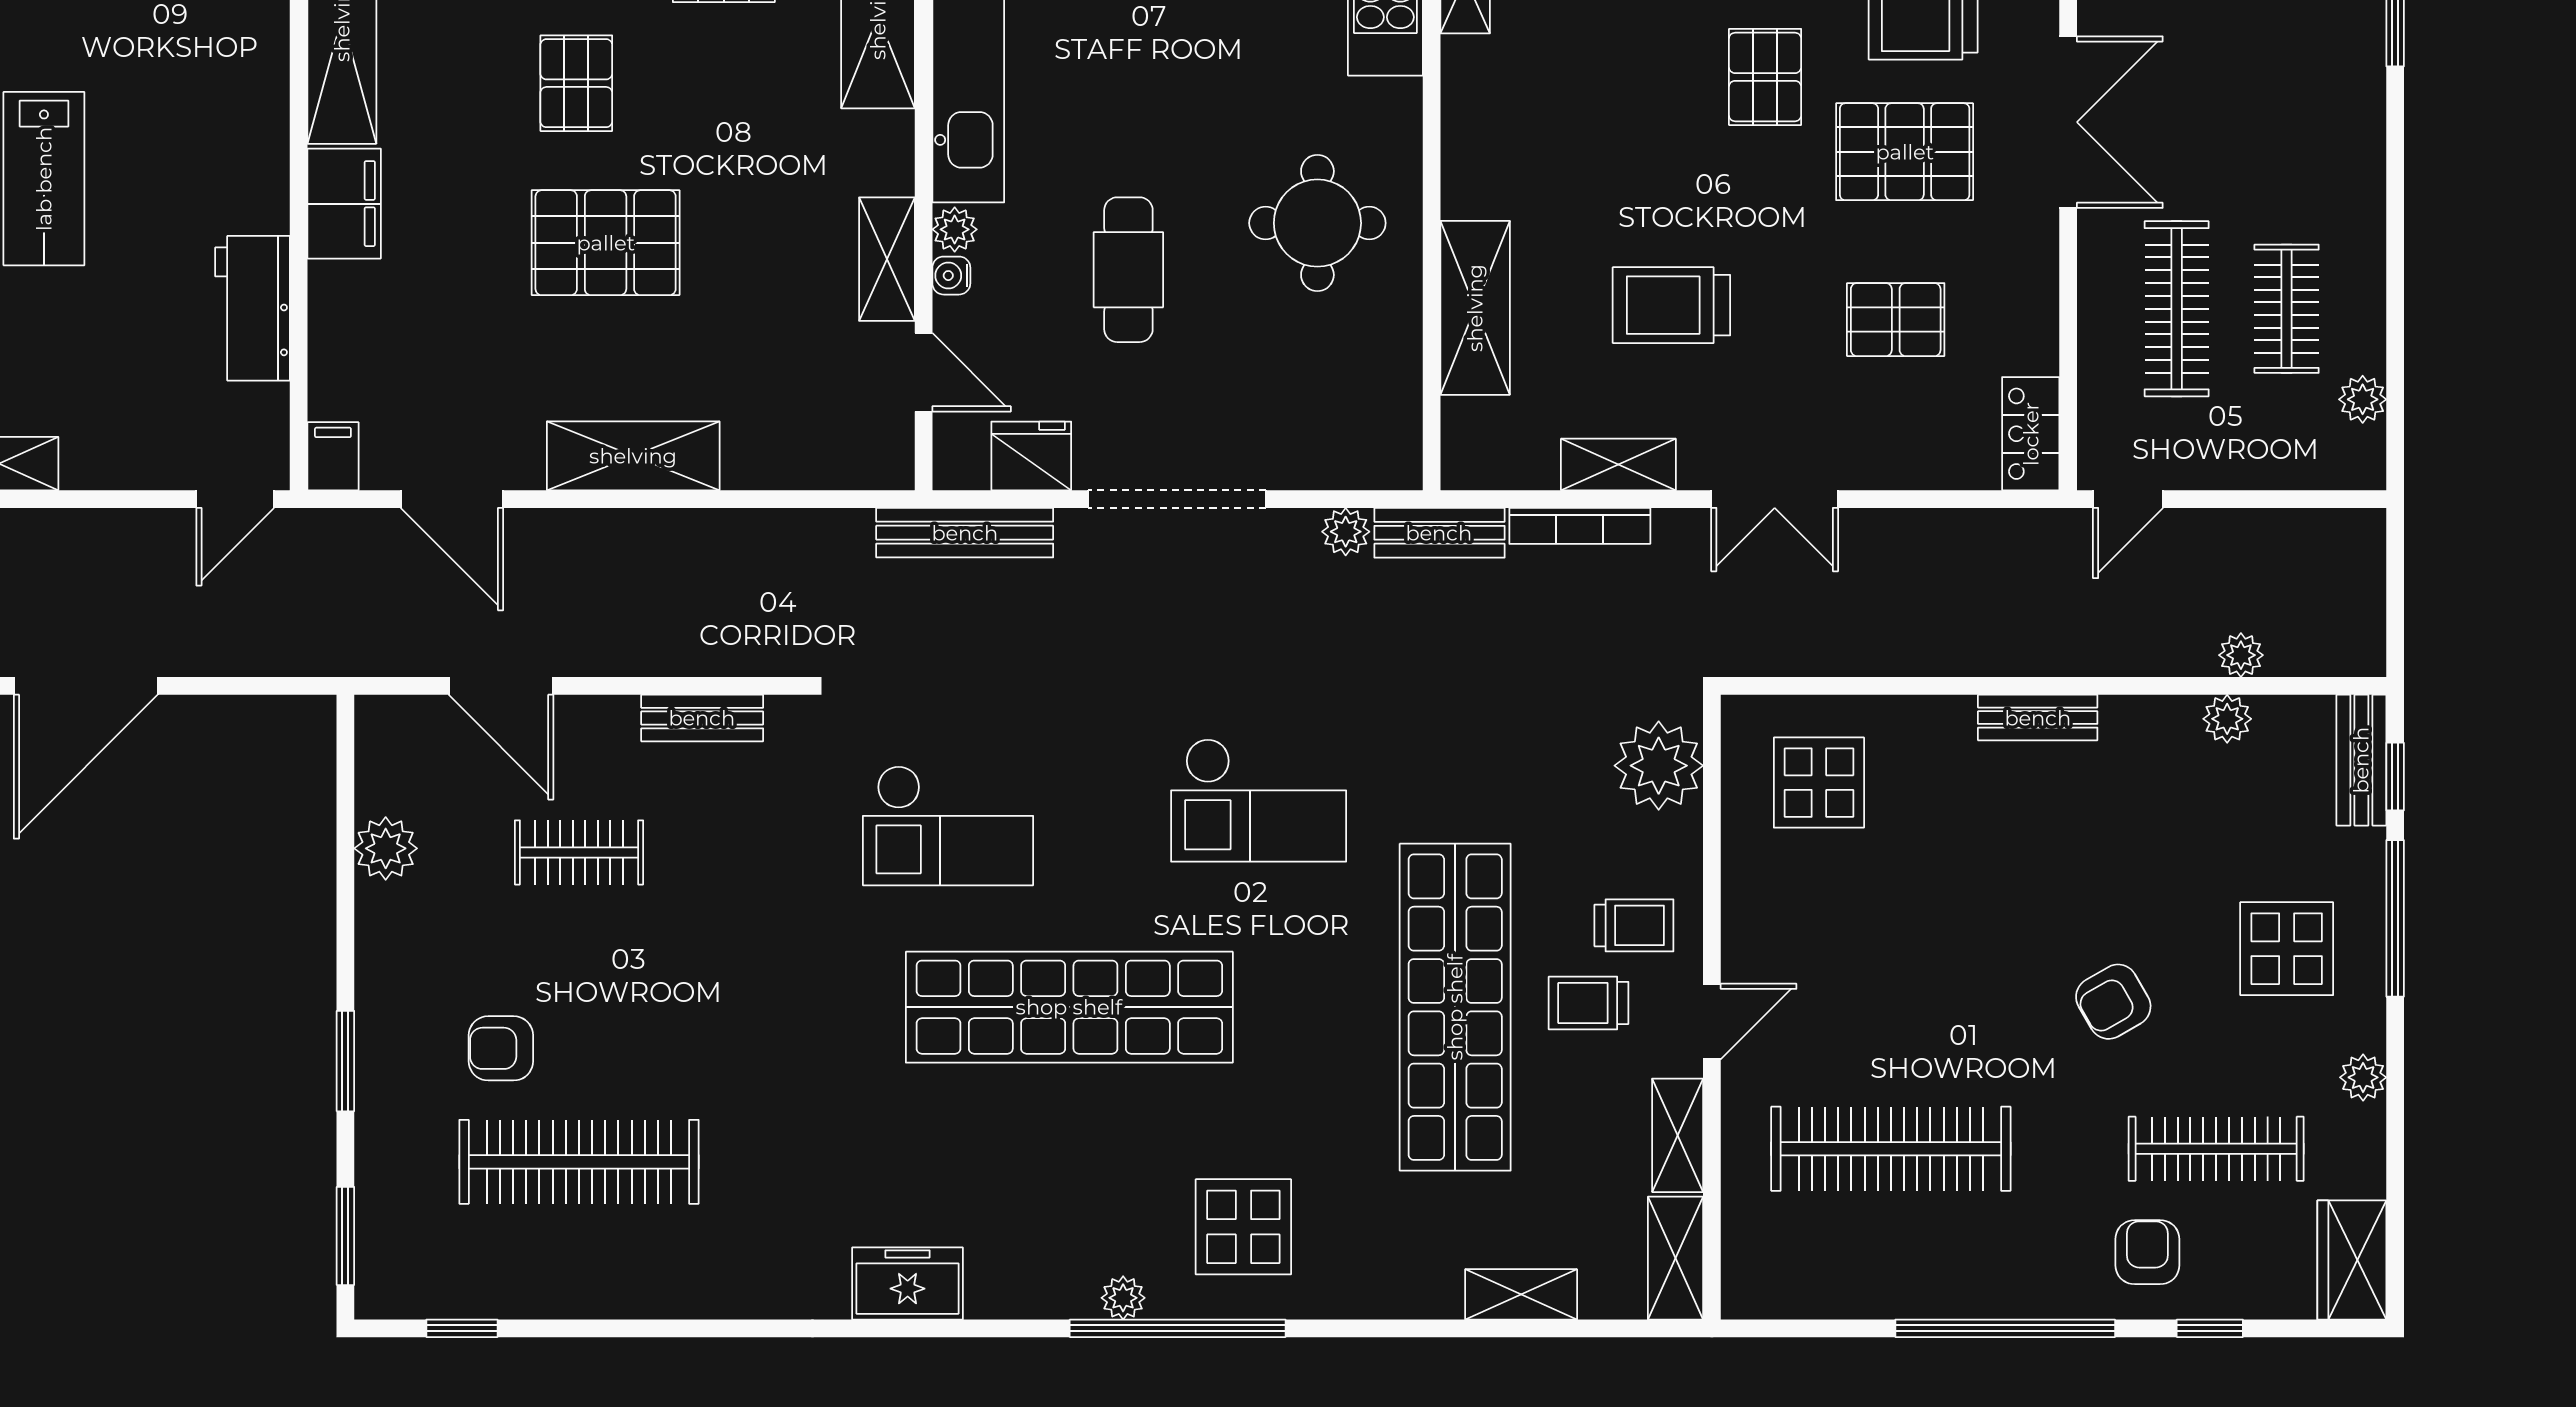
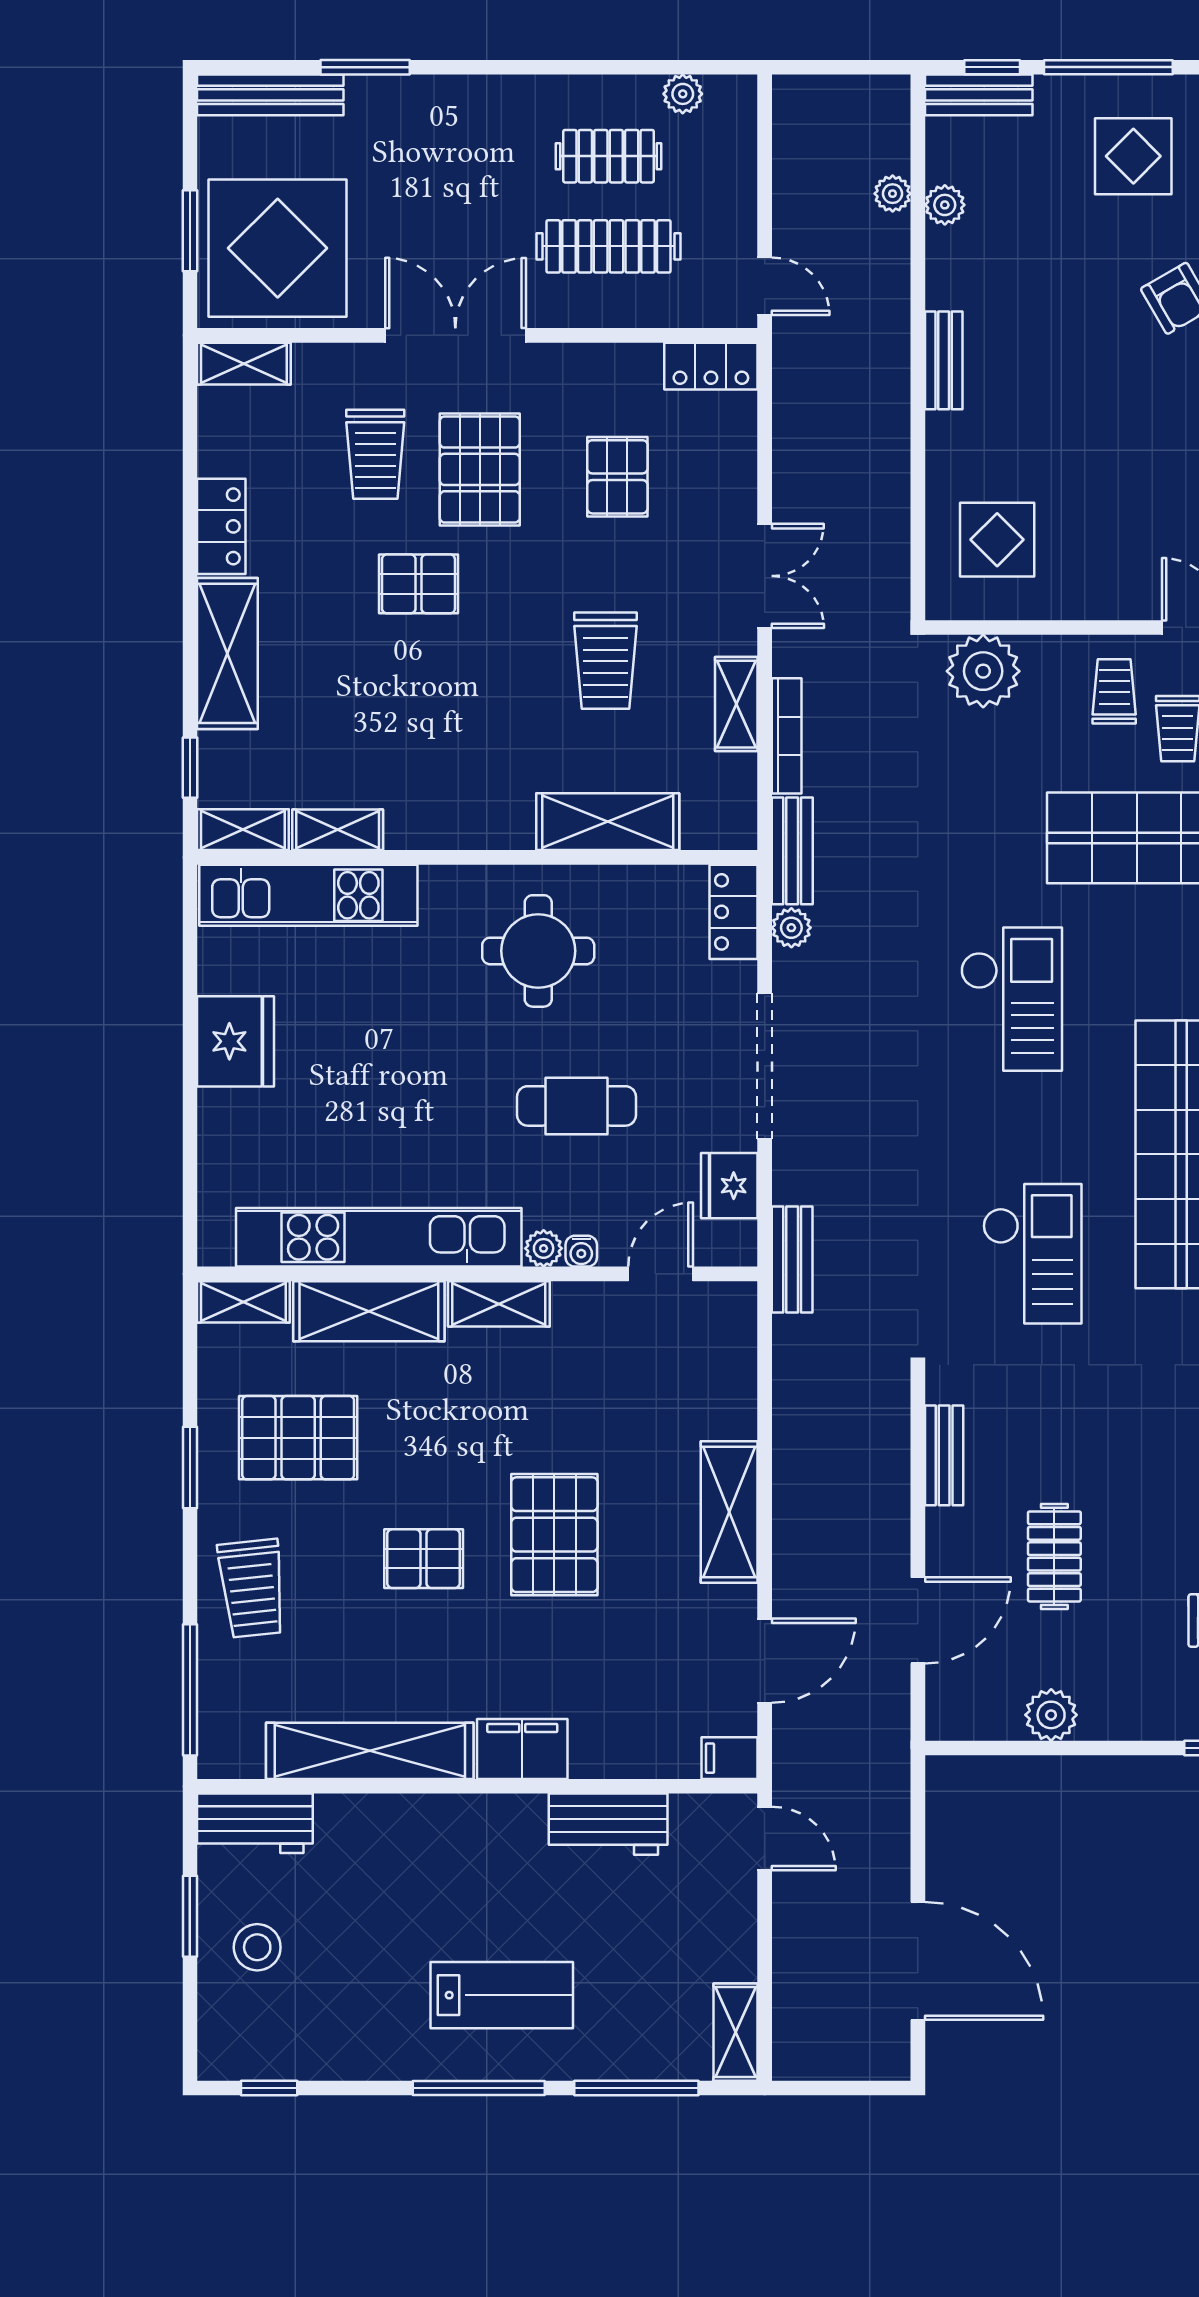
shelving: (887, 259) -> (499, 1304), moved
locker: (1365, 461) -> (733, 912), added
bench: (965, 533) -> (792, 1259), width x0.73

